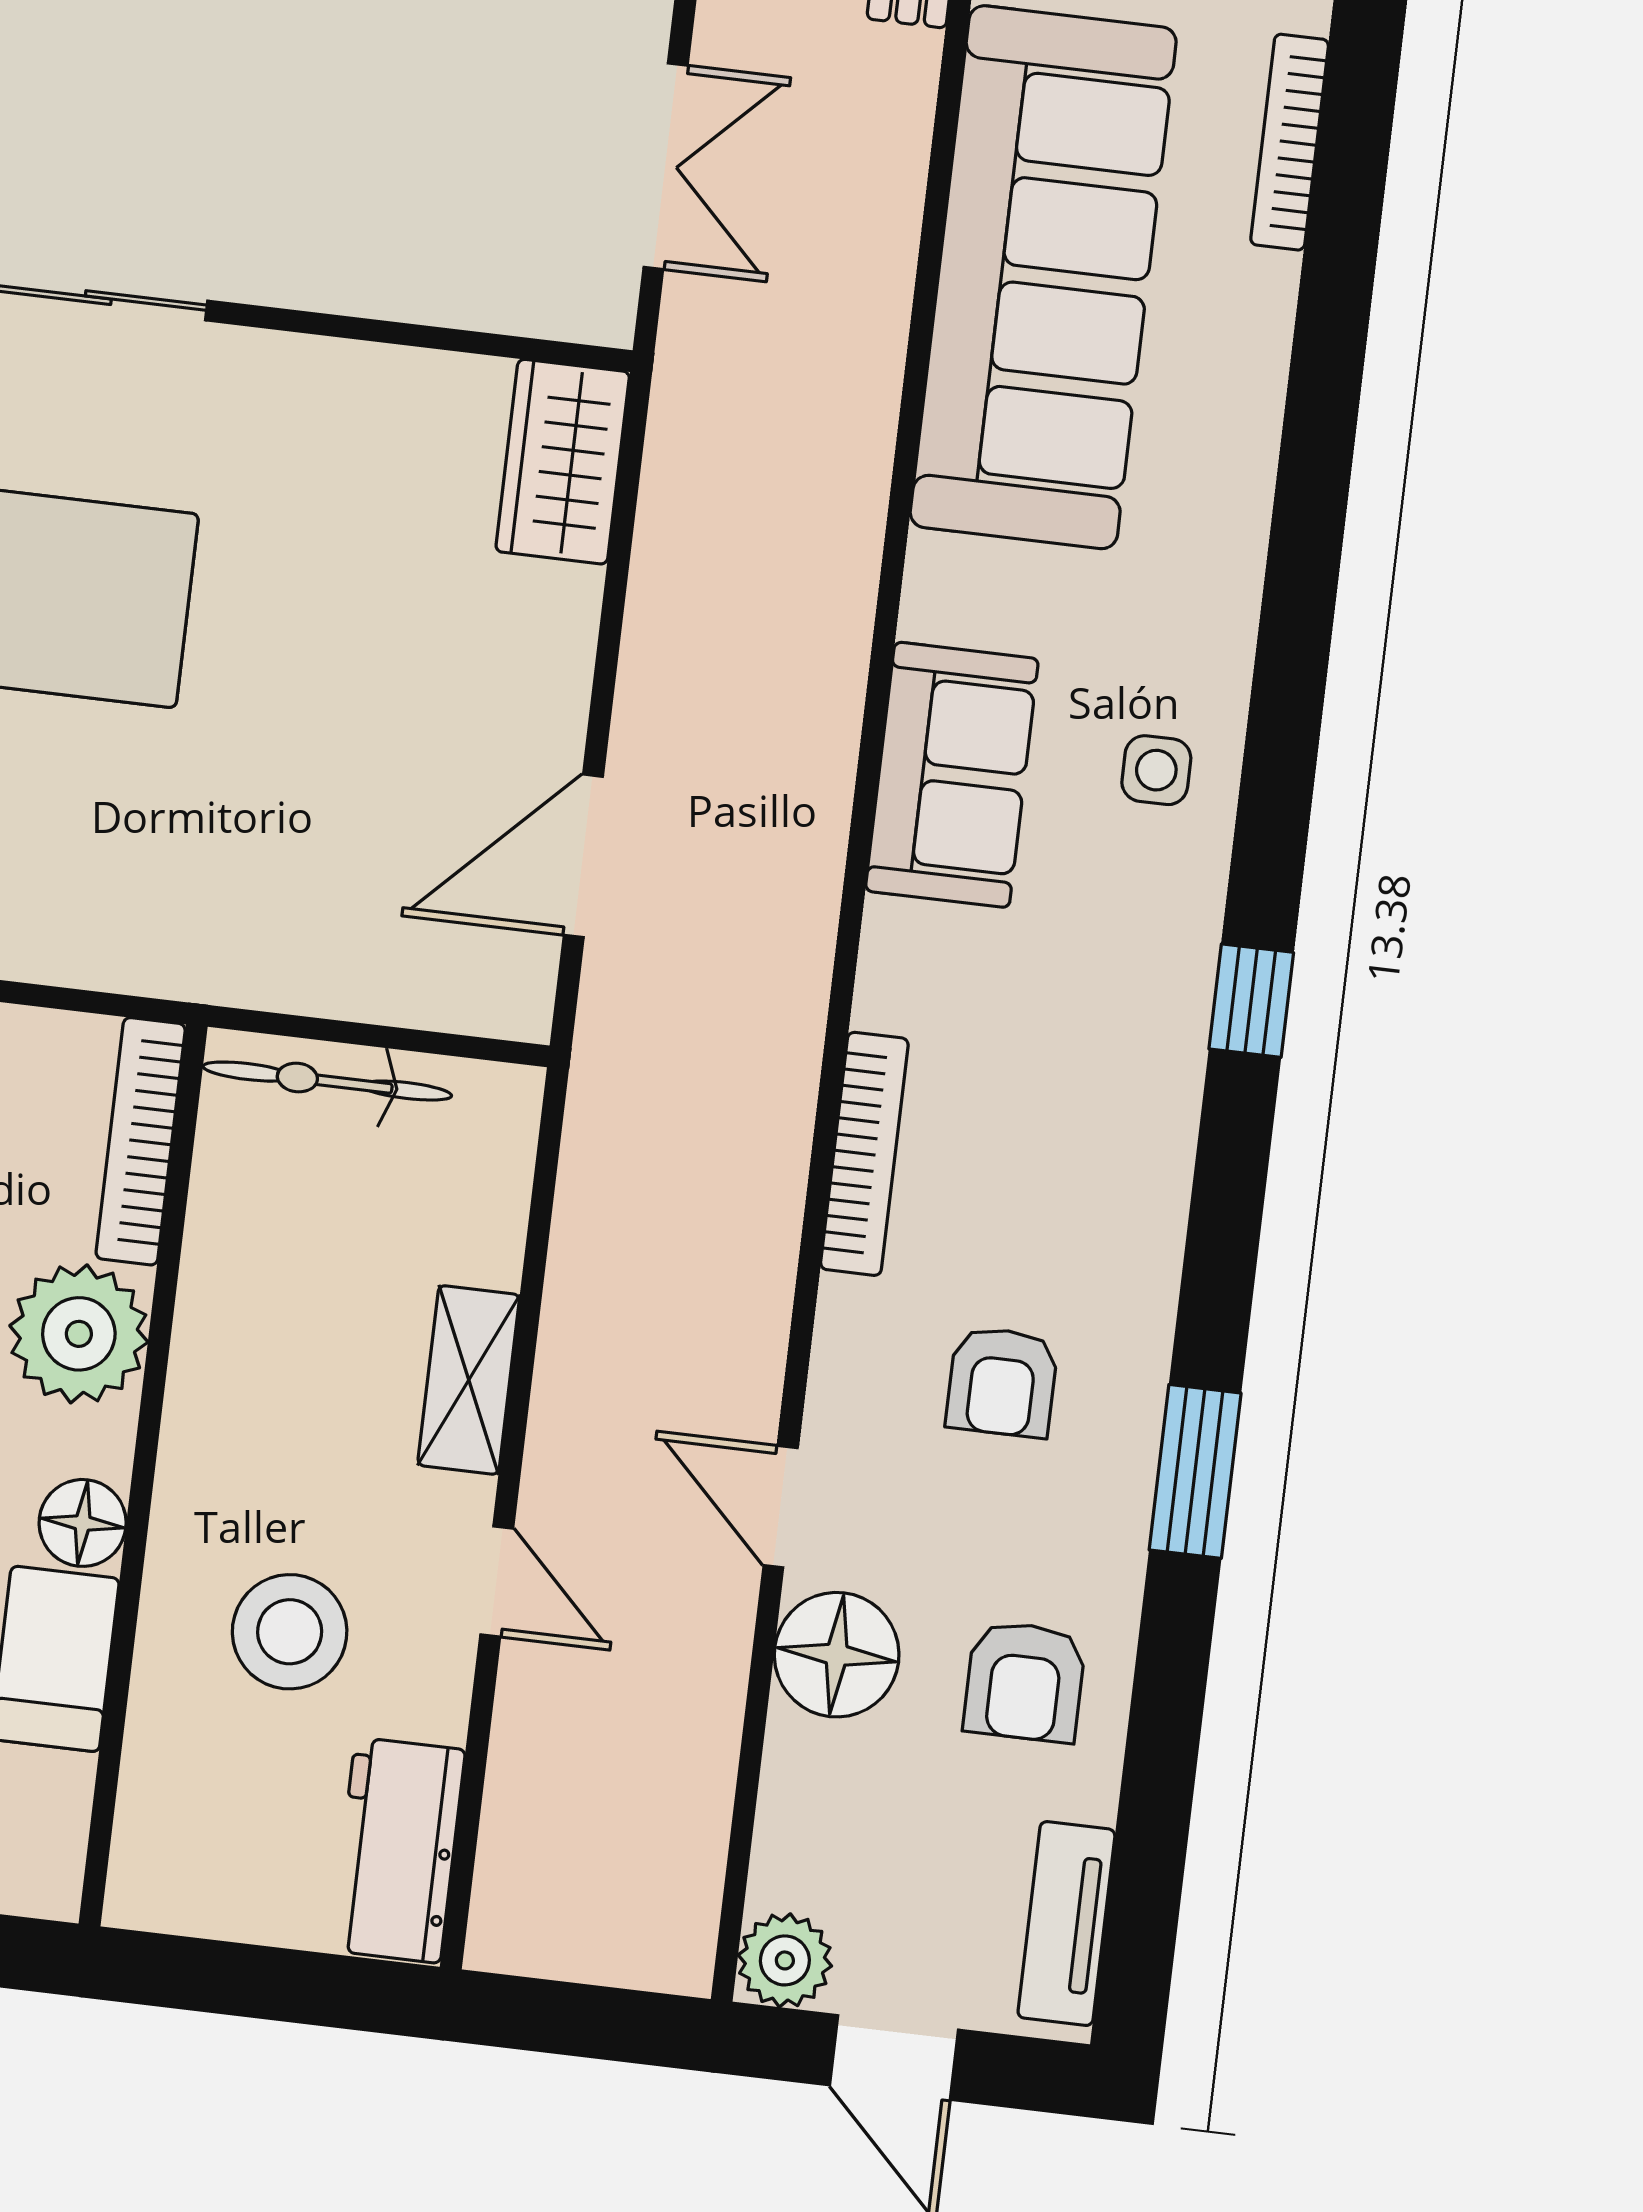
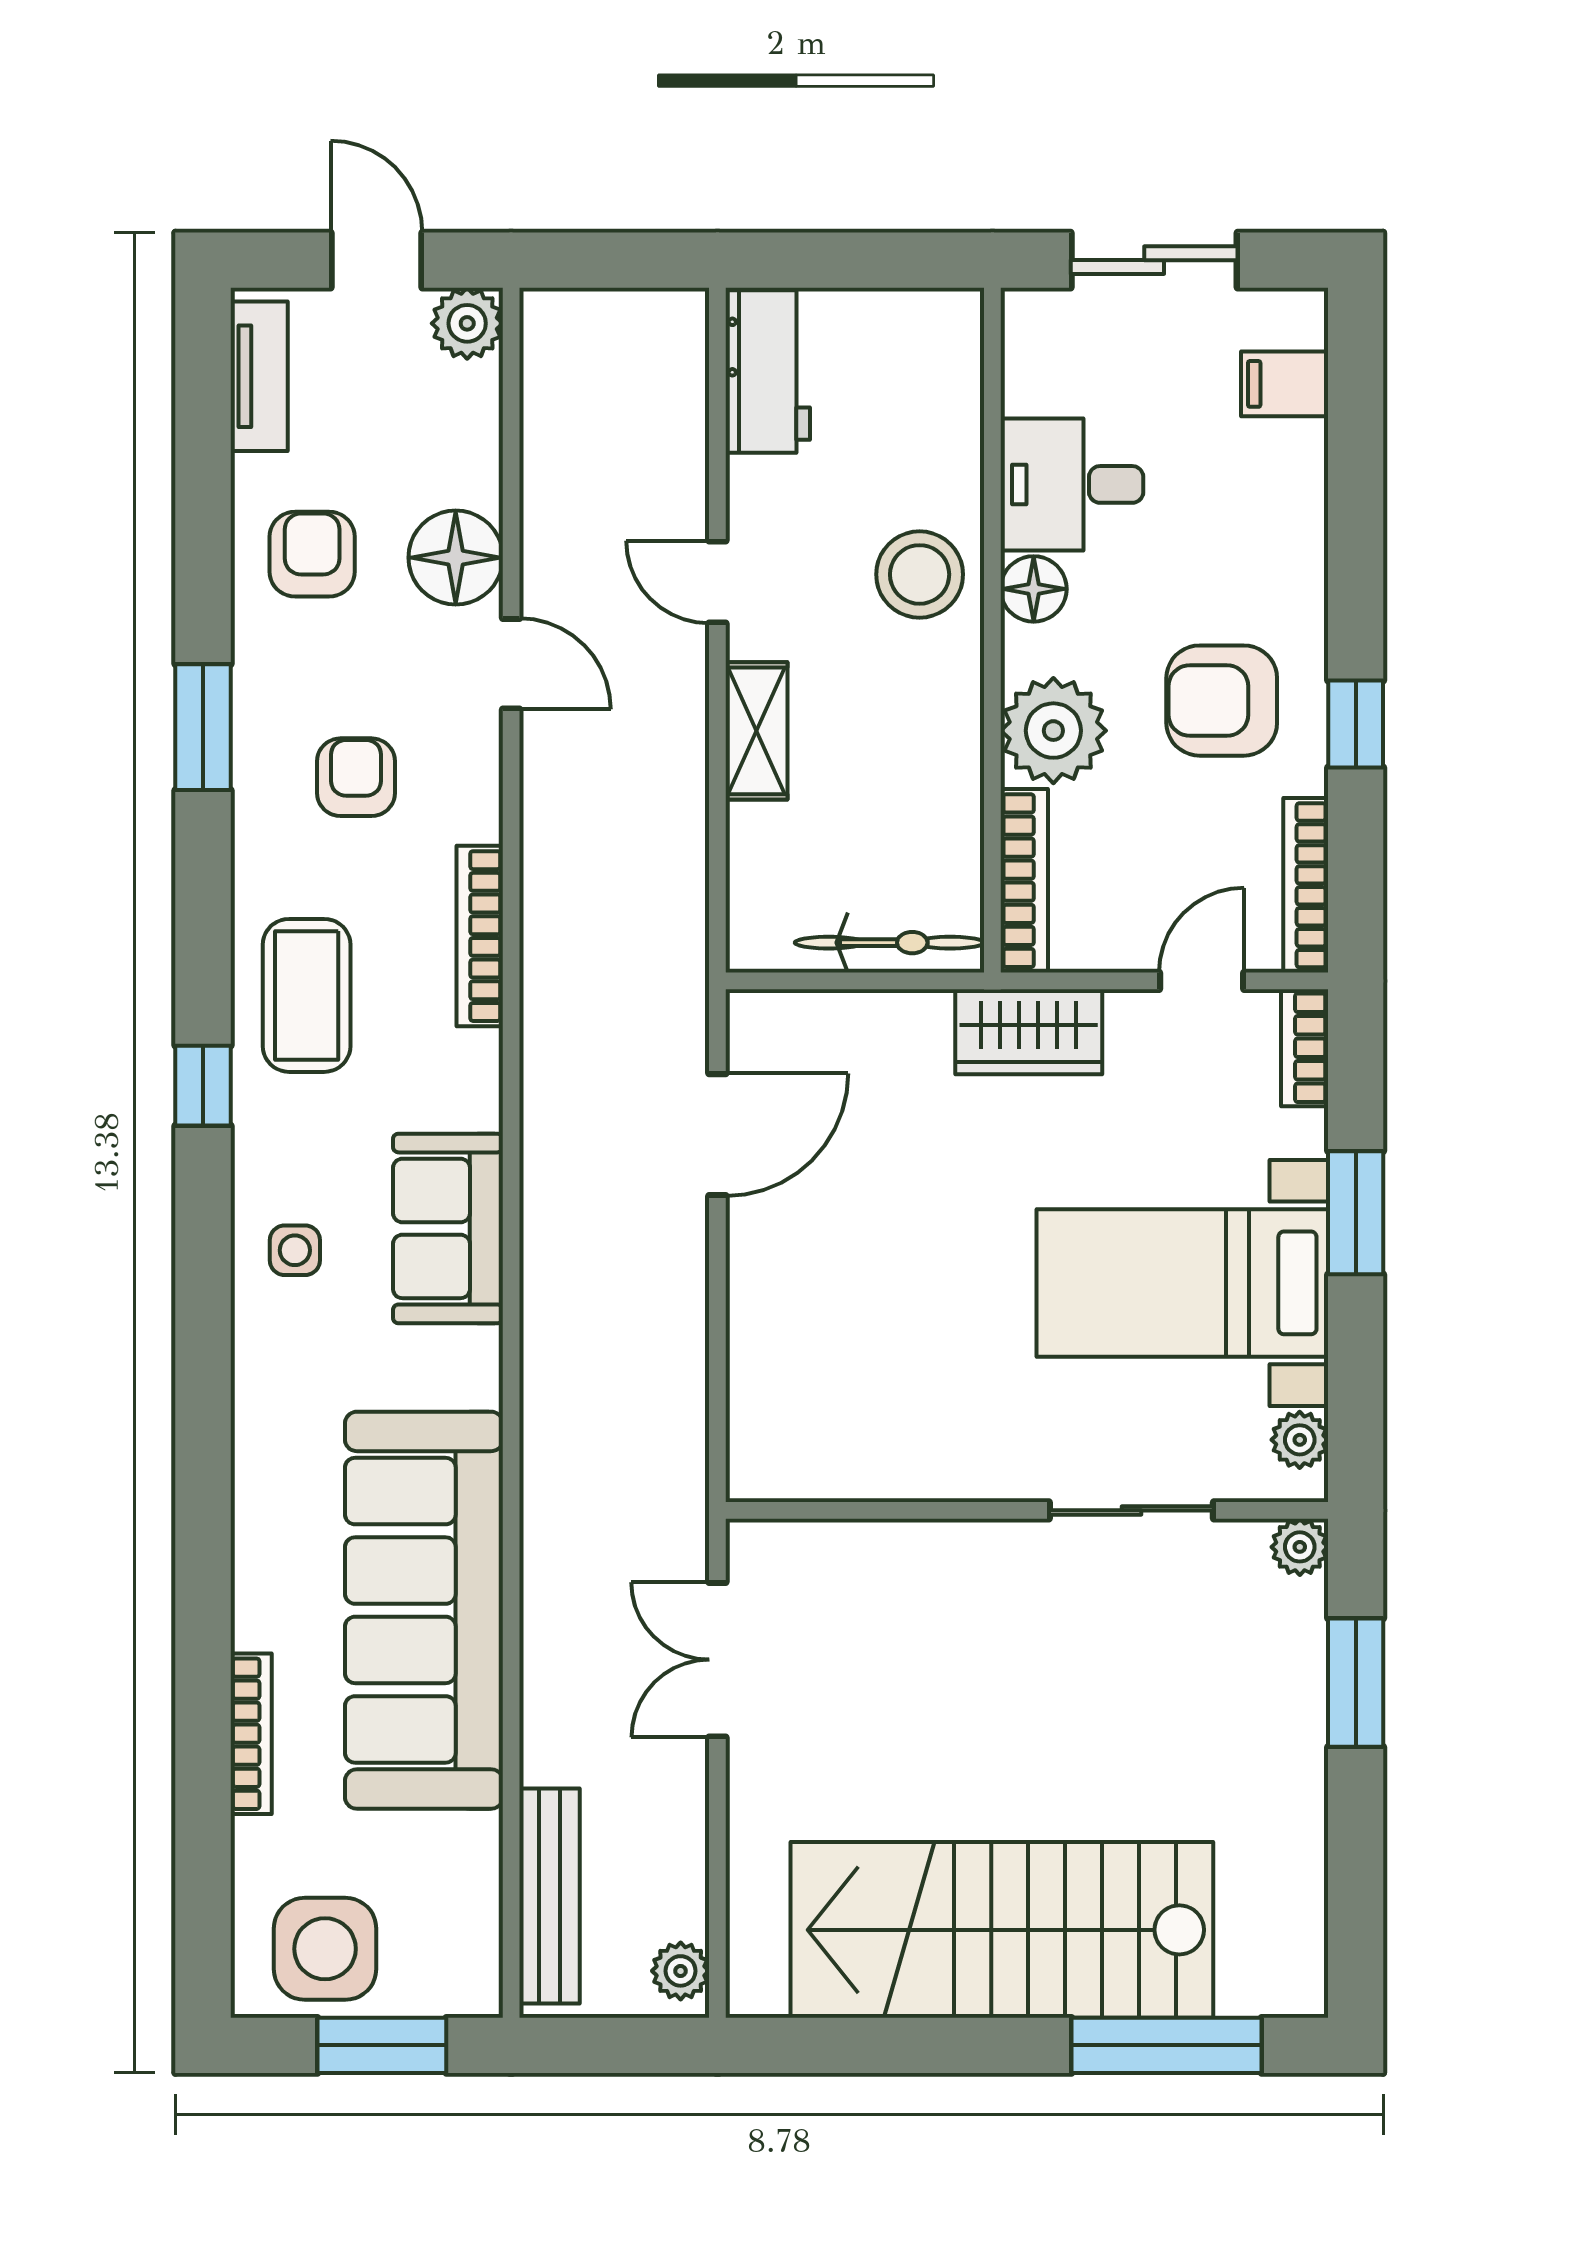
wardrobe: (563, 462) -> (1029, 1032), moved, turned 90
coffee table: (1101, 1103) -> (307, 995), added
stool: (290, 1632) -> (920, 574), moved

